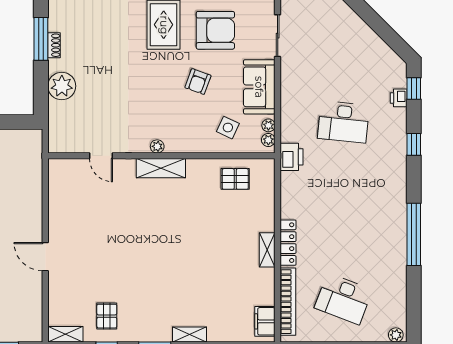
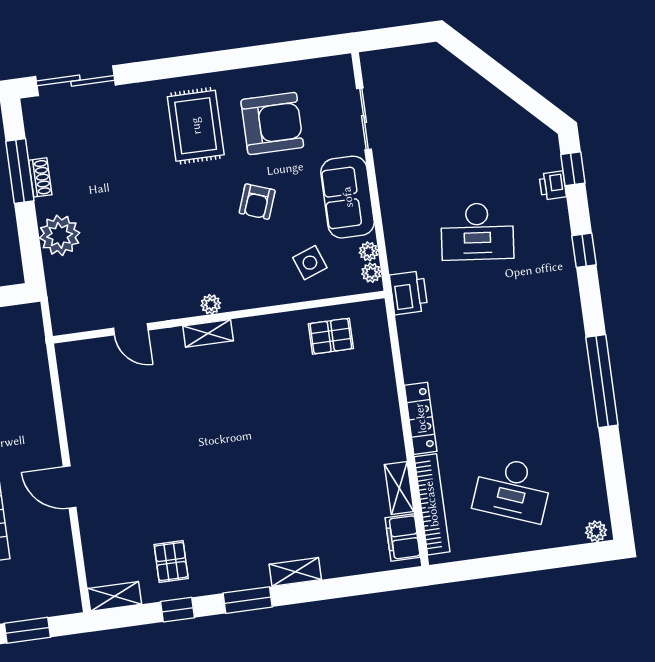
side table: (228, 128) -> (310, 263), turned 45
shelving: (161, 168) -> (208, 333), width x0.67, depth x0.75
shelving: (267, 250) -> (399, 488), moved

